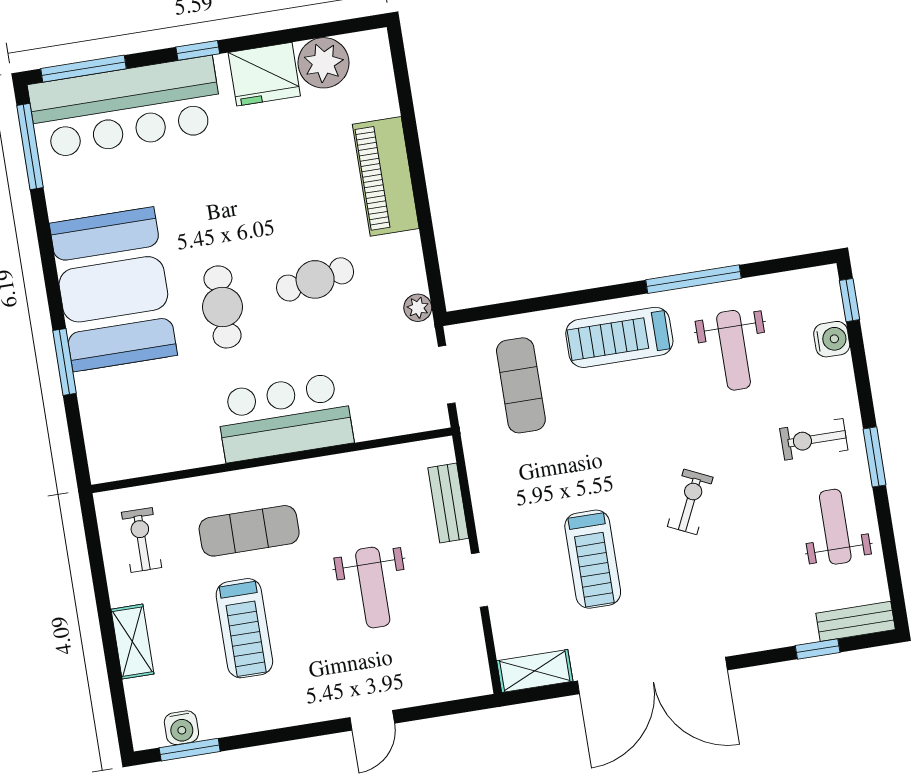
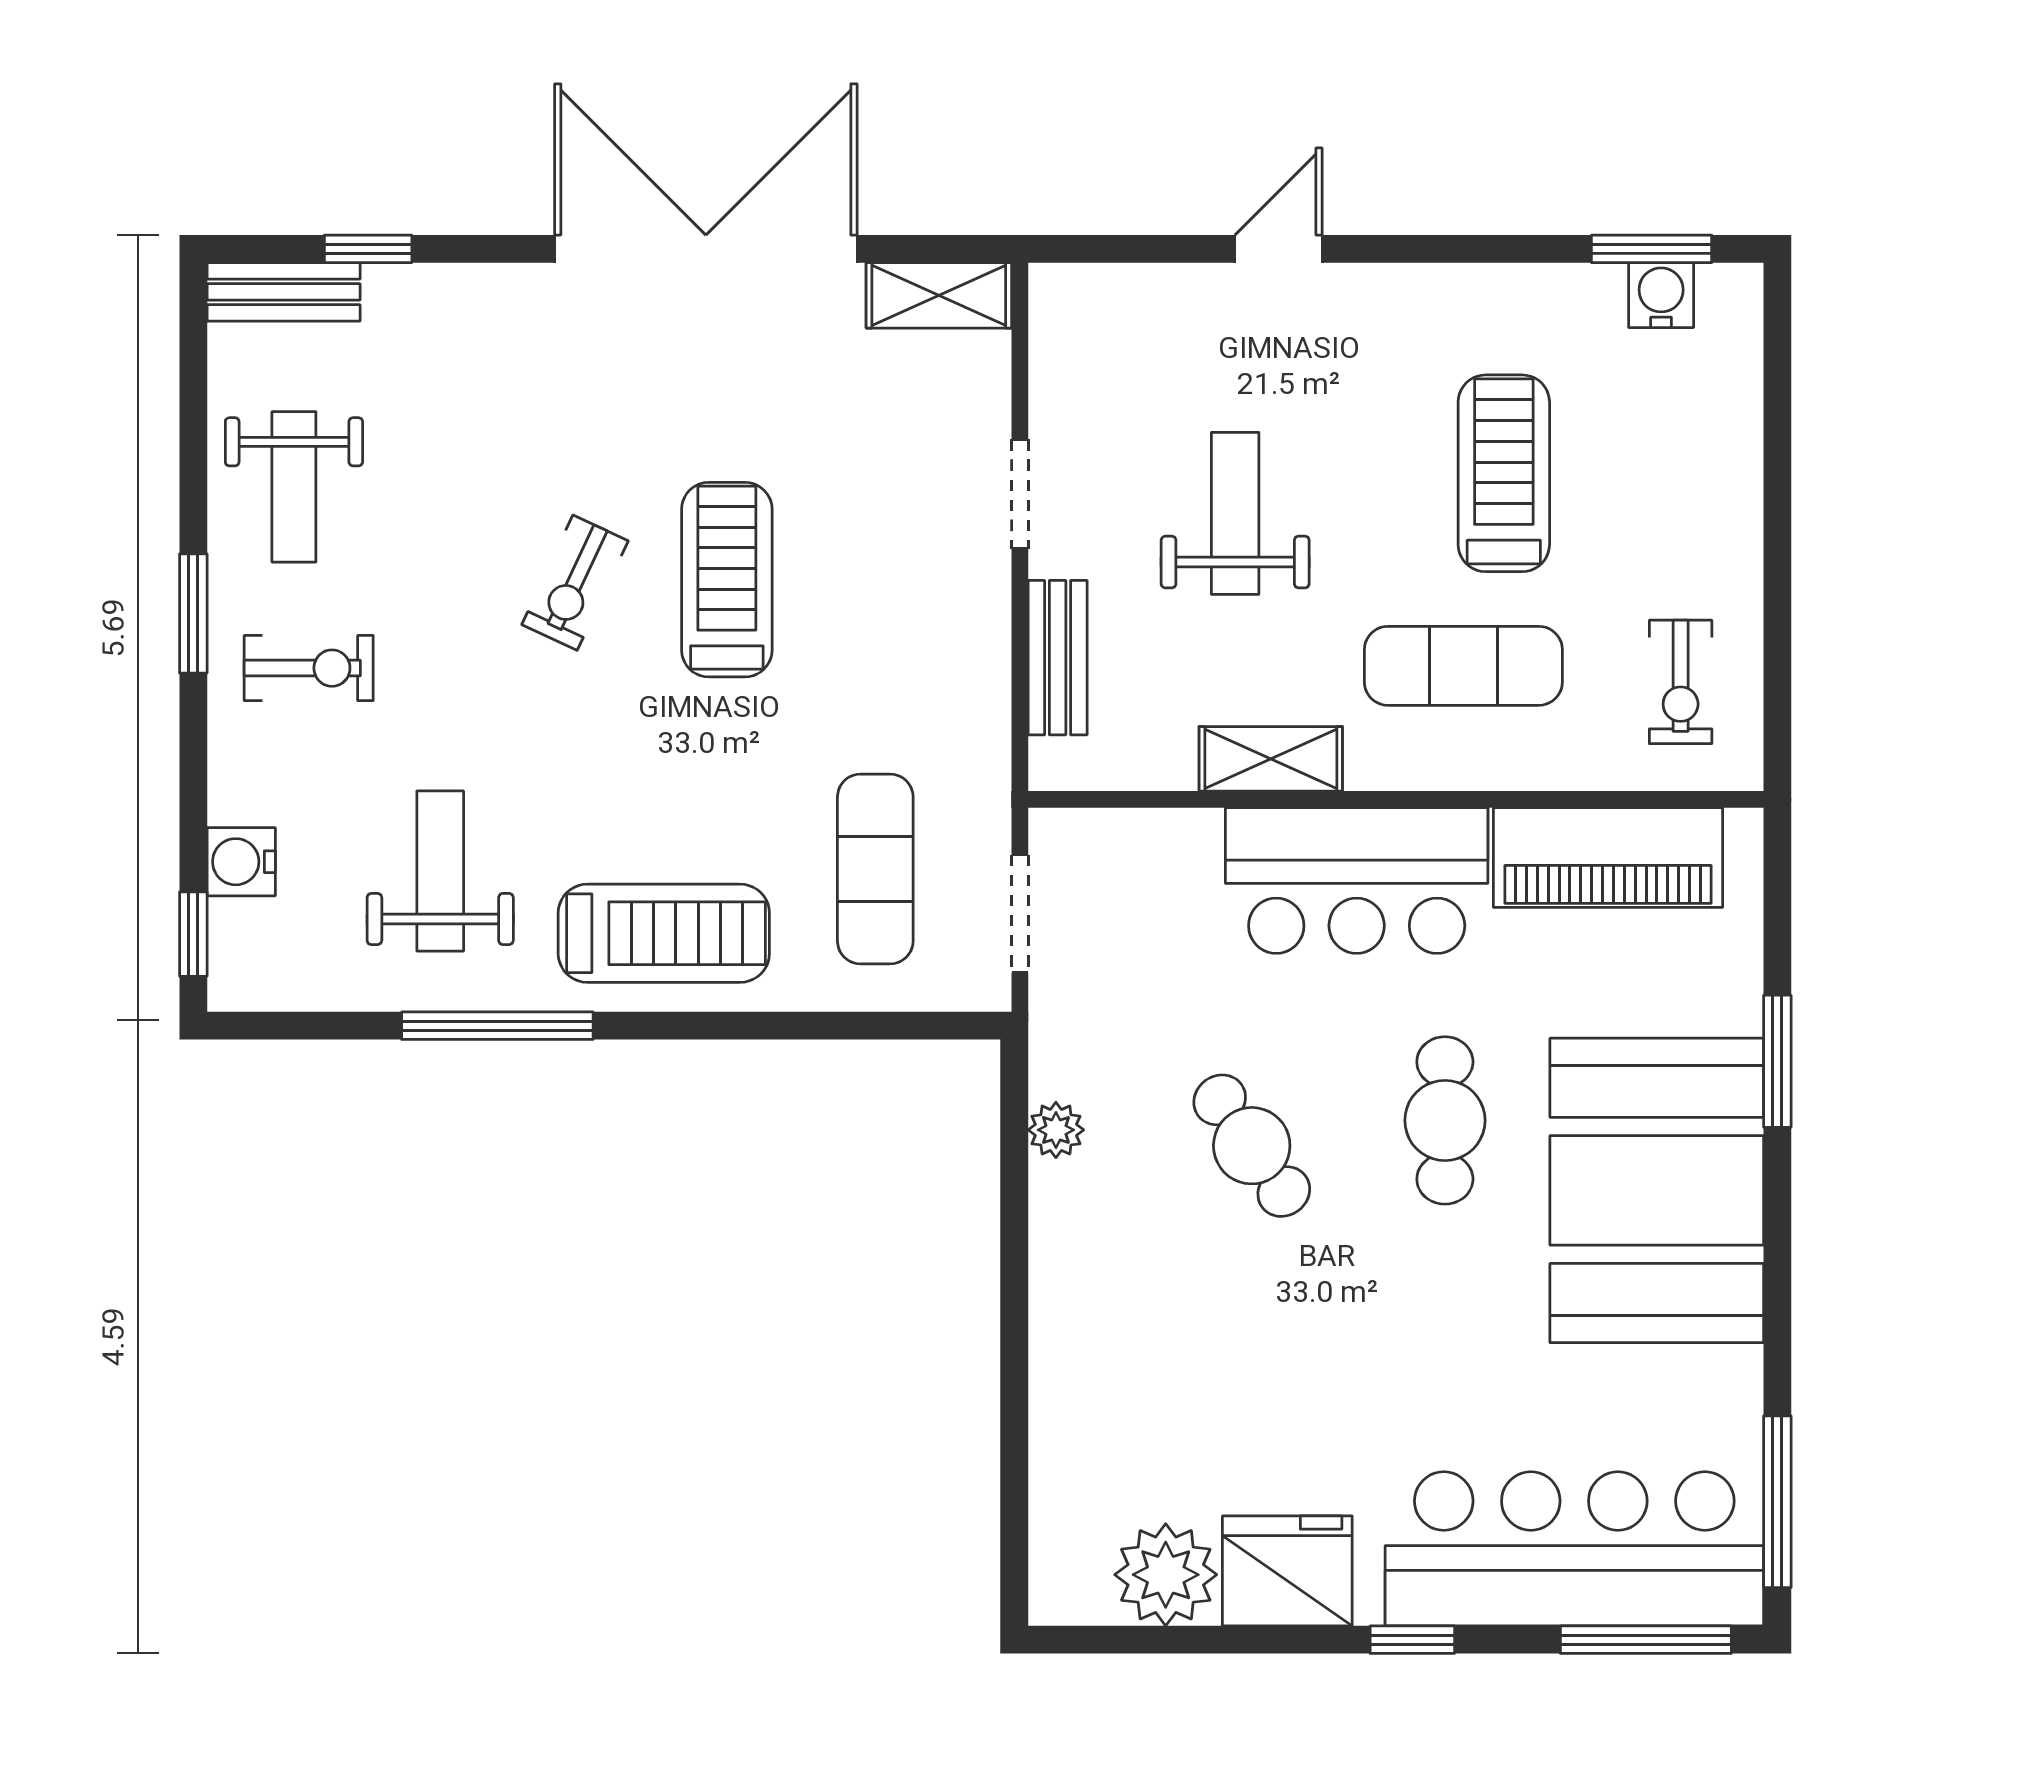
piano: (386, 176) -> (1608, 858), moved, turned 90
cafe table: (315, 279) -> (1252, 1146), turned 64
plant: (418, 308) -> (1056, 1130), moved
treadmill: (593, 559) -> (727, 580), moved
shelving: (132, 642) -> (1271, 759), moved, turned 90

